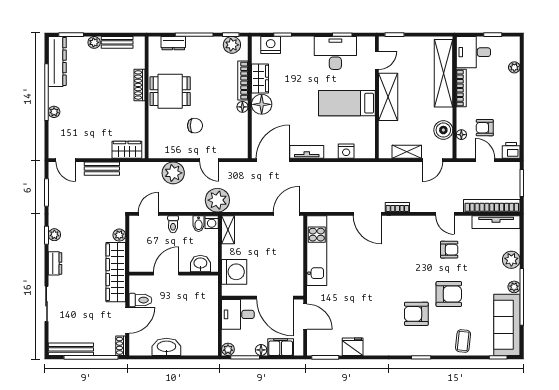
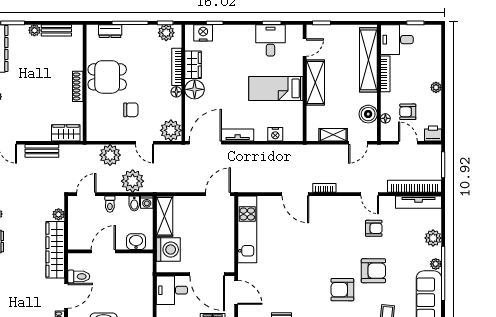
desk: (335, 53) -> (270, 40), width x0.73
plant: (514, 67) -> (436, 87), moved
shoe rack: (139, 85) -> (78, 86), moved
plant: (237, 147) -> (171, 130), added
plant: (217, 200) -> (133, 181), moved
shelving: (228, 230) -> (164, 216), width x1.50, depth x1.33

